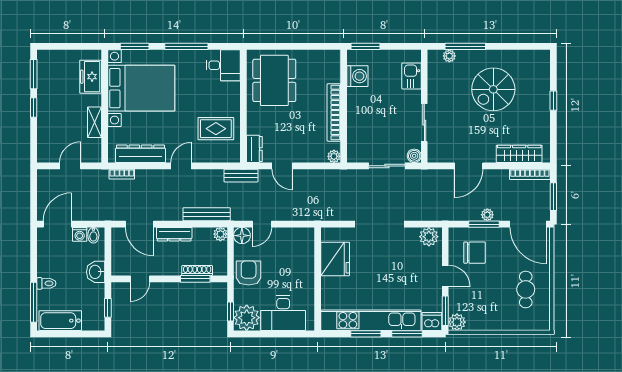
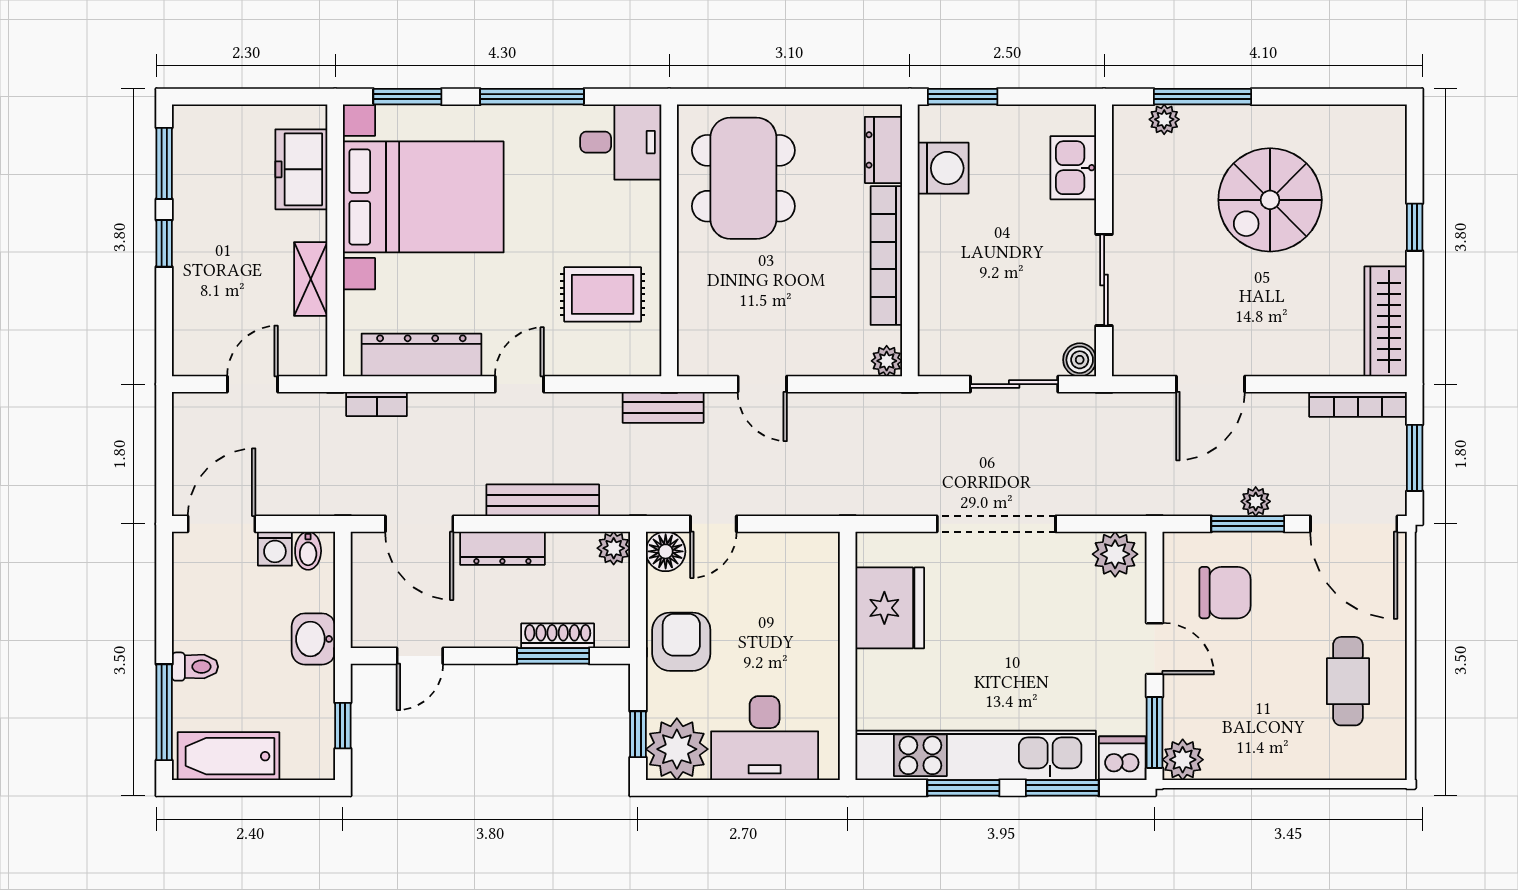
dresser: (254, 149) -> (883, 150), moved, turned 180
wardrobe: (519, 154) -> (1386, 321), moved, turned -90
bench: (207, 214) -> (543, 500), moved

